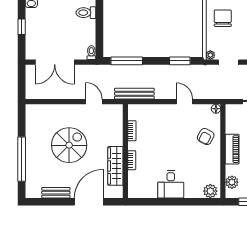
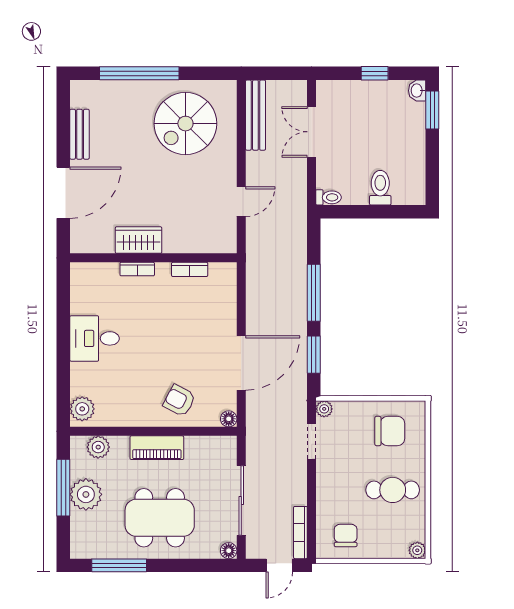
toilet: (86, 13) -> (380, 188), moved
window: (127, 61) -> (314, 293), moved
double door: (55, 62) -> (312, 132), width x0.73
bench: (134, 94) -> (255, 115), moved
door: (185, 102) -> (241, 363), width x1.88
spiral stairs: (69, 145) -> (185, 124), moved, turned 90
wardrobe: (115, 166) -> (139, 240), width x0.67
door: (89, 202) -> (63, 193), hinge flipped

